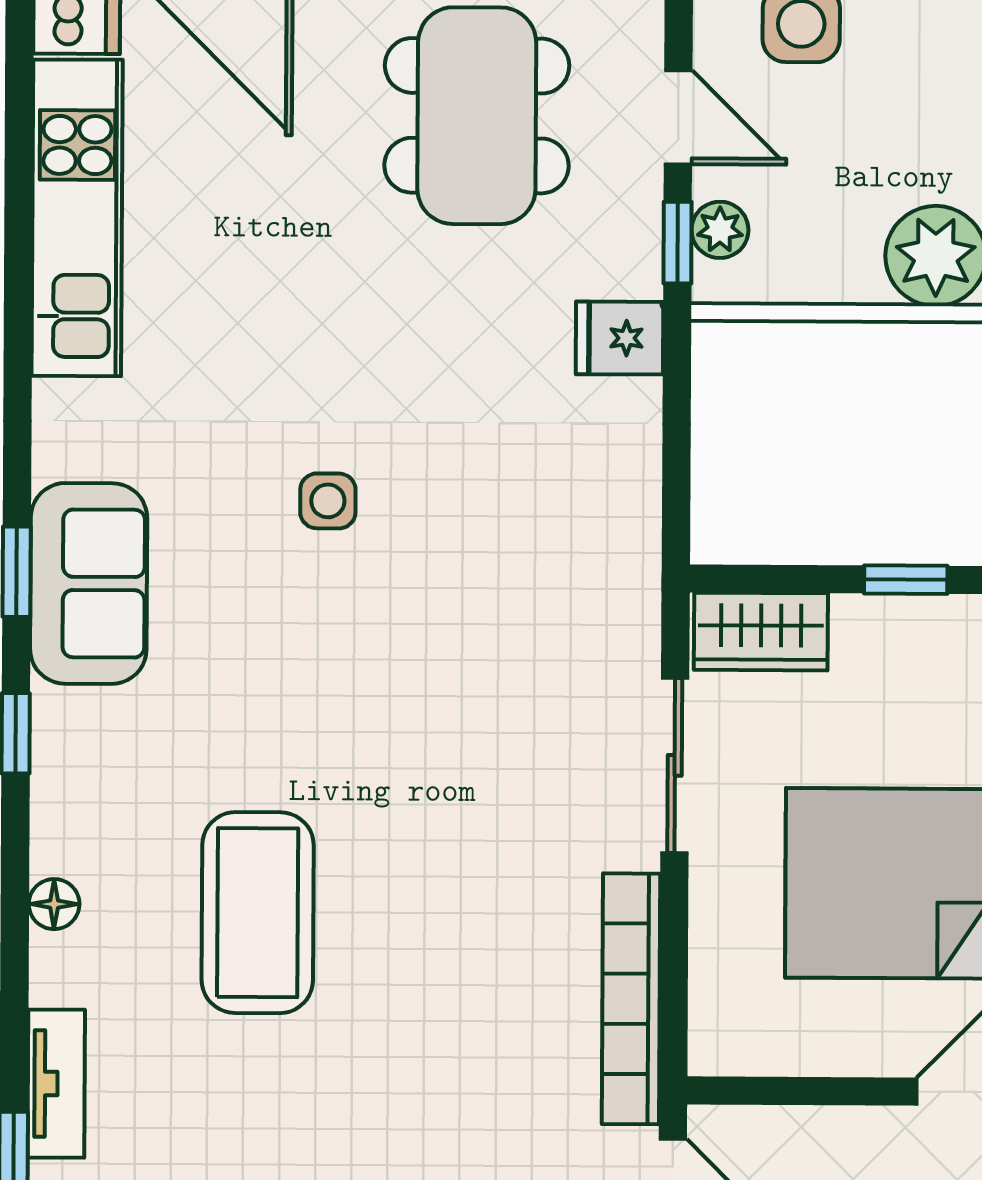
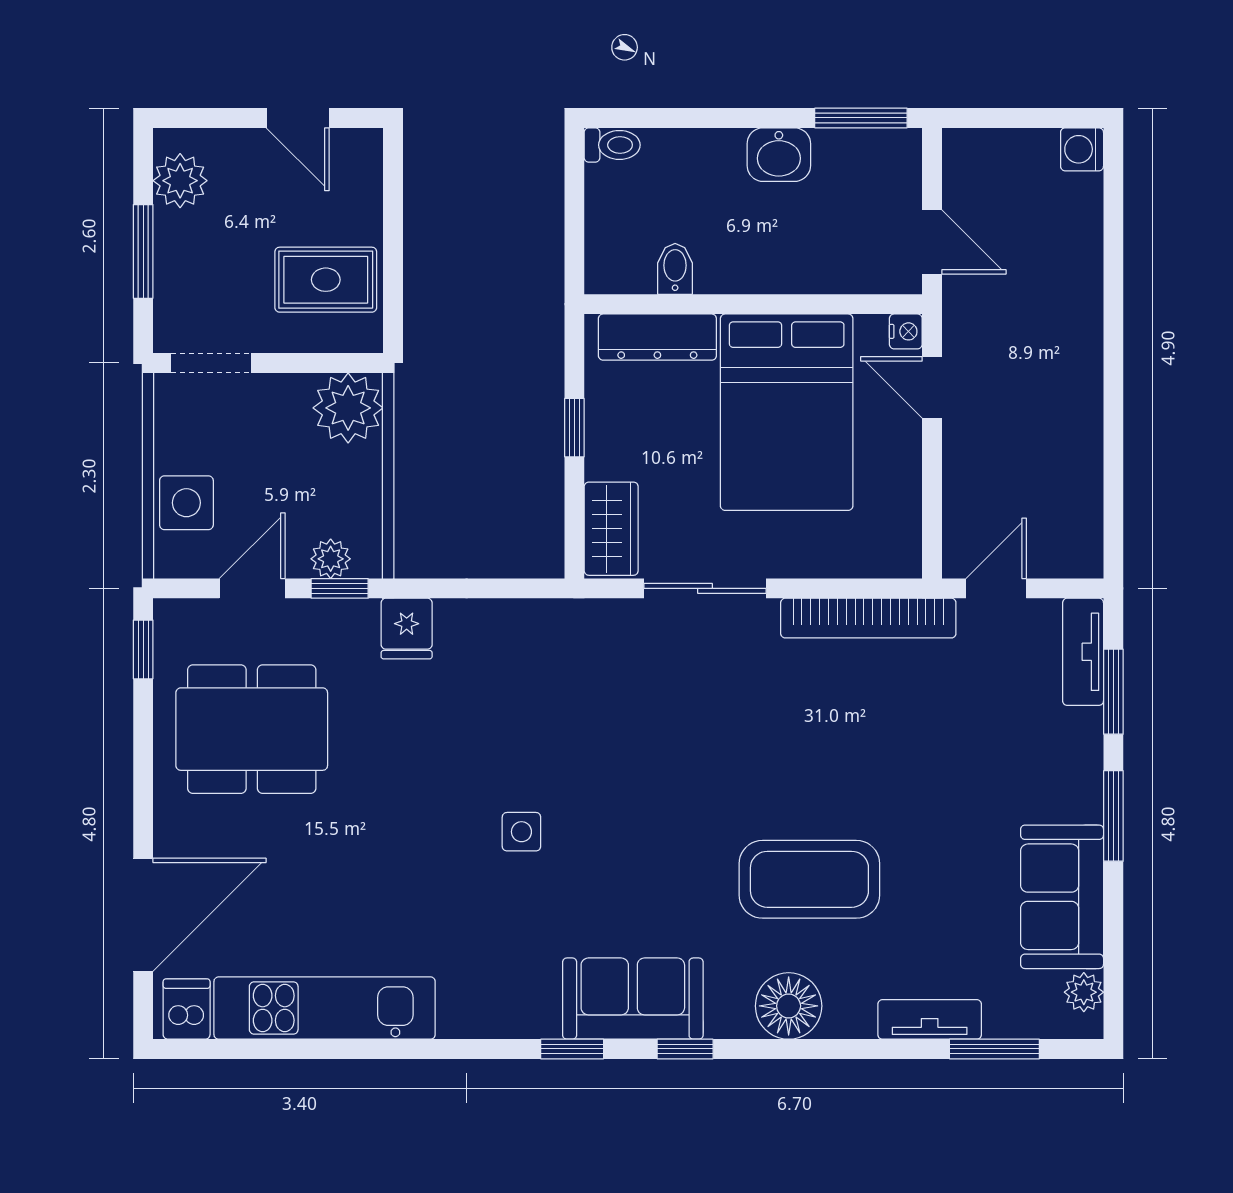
sofa: (89, 583) -> (633, 999), moved
floor lamp: (54, 904) -> (789, 1006), width x1.89, depth x1.89

